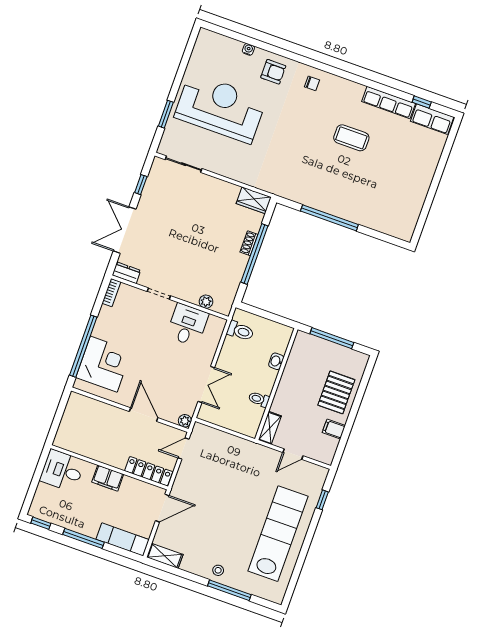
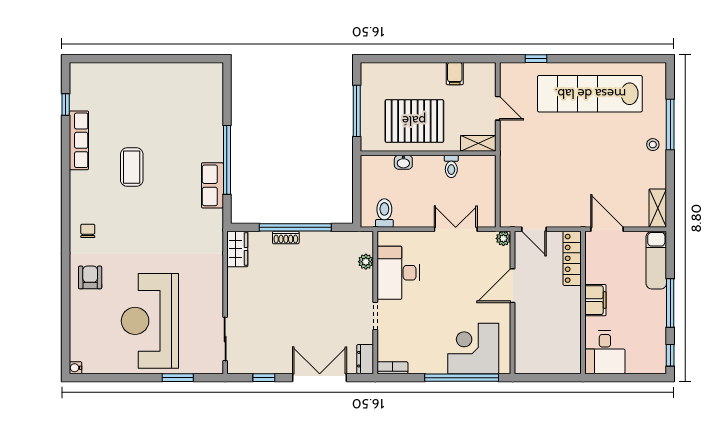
water cooler: (248, 49) -> (75, 368), moved
row of seats: (432, 119) -> (212, 185), moved, turned 180
double door: (125, 230) -> (320, 378), swing flipped
desk: (187, 325) -> (398, 273), width x1.37
pallet: (336, 392) -> (414, 121), moved, width x1.37, depth x1.41

